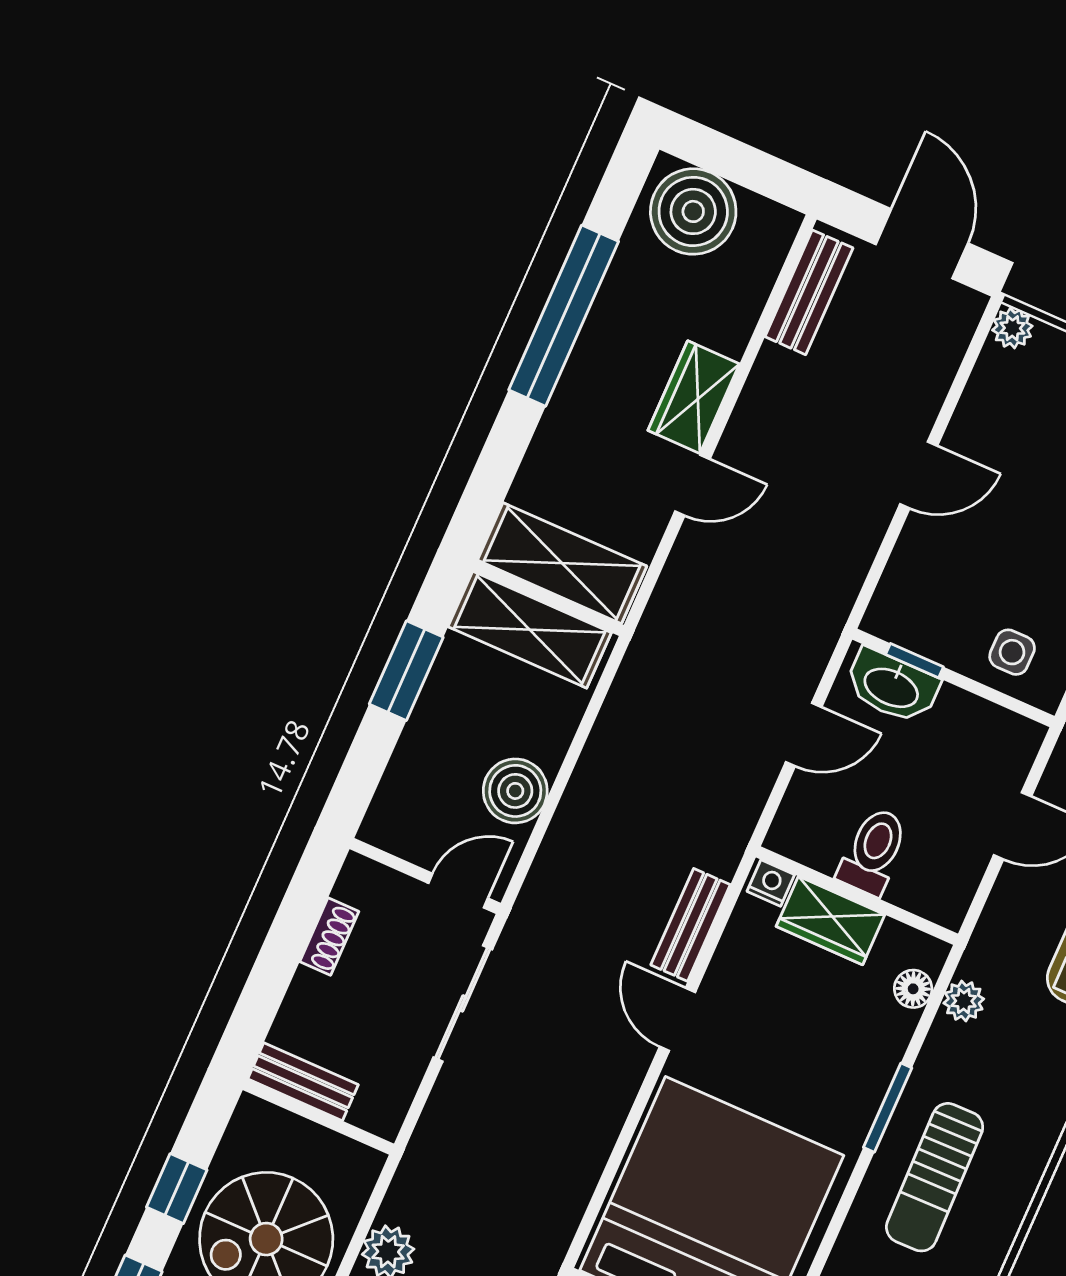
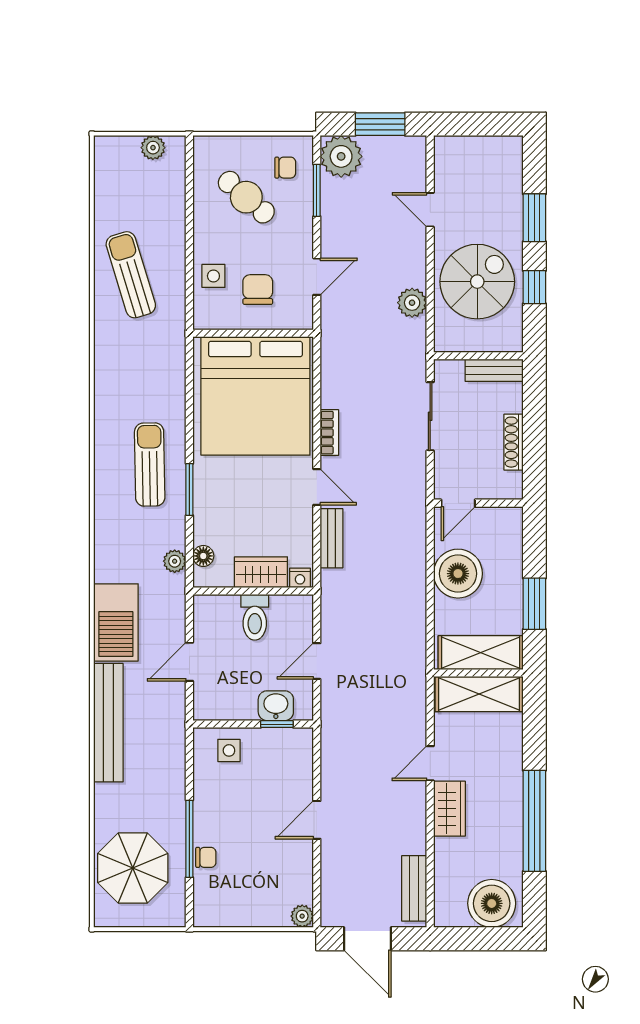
washbasin: (892, 686) -> (276, 706), width x0.72
boiler: (515, 791) -> (458, 574), width x1.37, depth x1.37
shoe rack: (329, 937) -> (513, 442), width x1.43
sliding door: (463, 1003) -> (430, 416), moved
bookcase: (617, 1099) -> (329, 433), added

